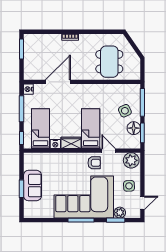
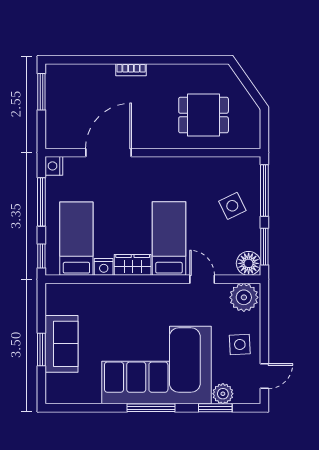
dining table: (109, 62) -> (204, 115), width x0.73
floor lamp: (134, 128) -> (249, 263), moved
armchair: (94, 163) -> (175, 302), removed

